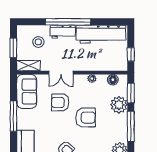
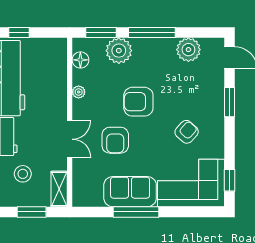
window: (131, 54) -> (19, 32), moved
sofa: (27, 91) -> (130, 192), moved
armchair: (86, 118) -> (138, 102), turned -90

